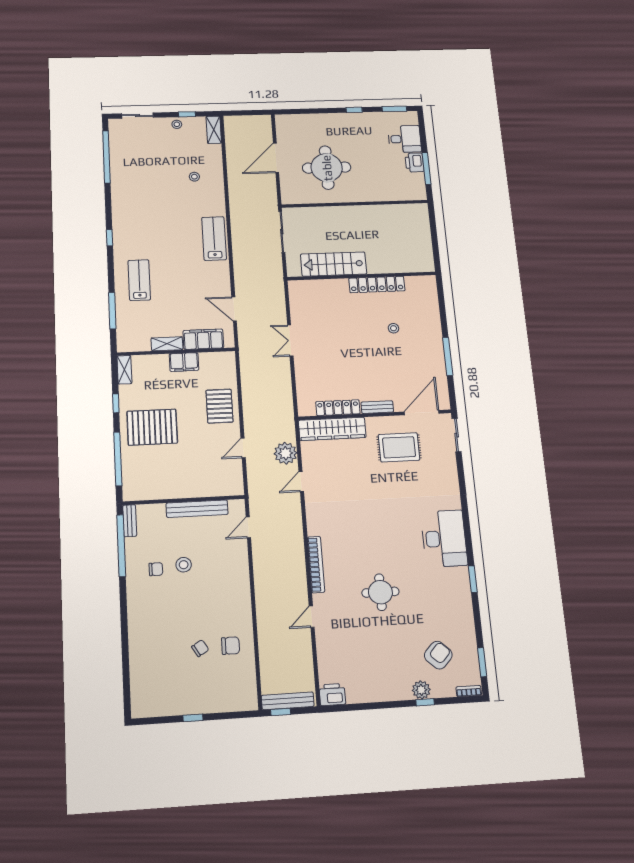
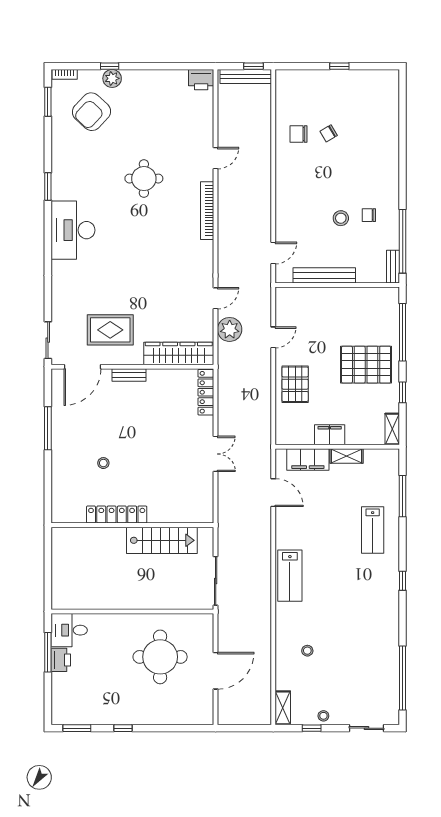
desk: (405, 139) -> (69, 630), moved
locker: (338, 408) -> (206, 392), moved, turned 90
armchair: (438, 655) -> (91, 112), width x1.36, depth x1.36

